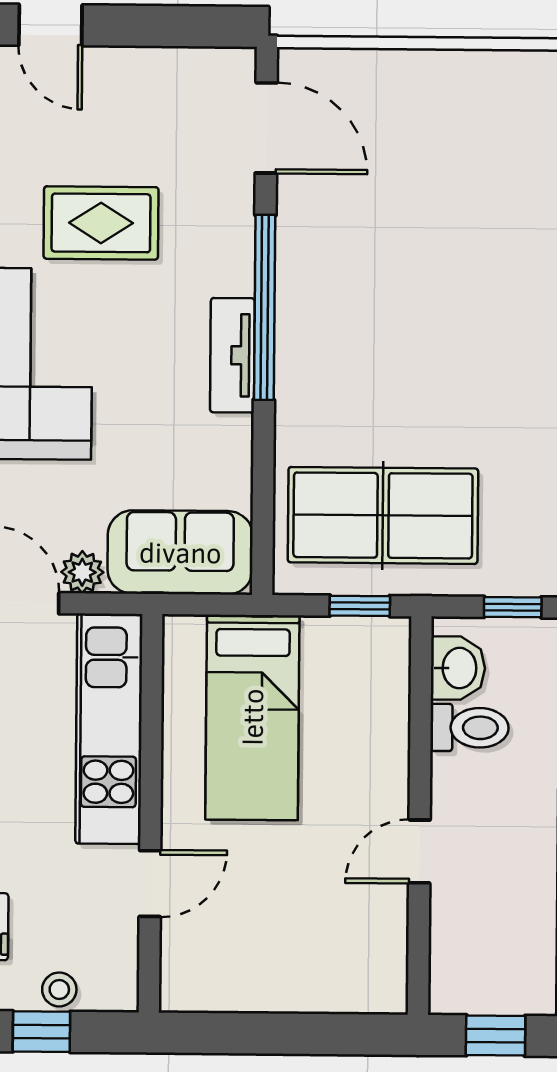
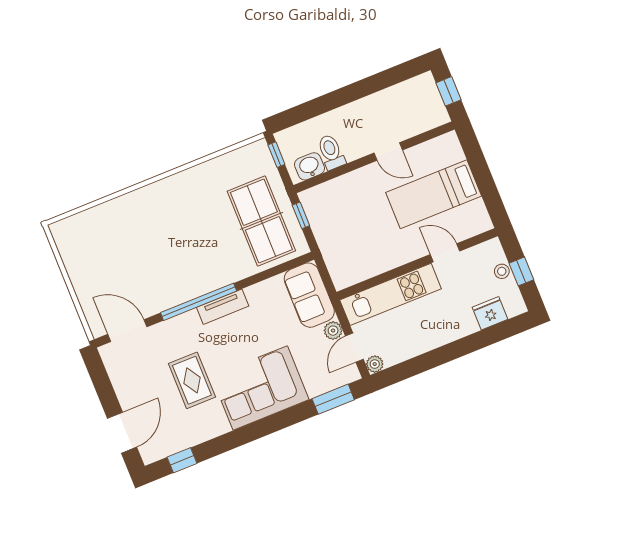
door: (50, 25) -> (122, 433), width x1.38
door: (266, 128) -> (127, 331), hinge flipped
bed: (252, 717) -> (434, 194), moved, turned 180

